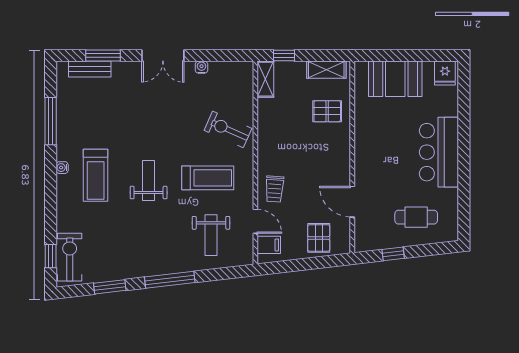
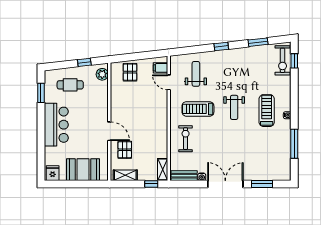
double door: (163, 55) -> (225, 184), width x1.37
bench: (90, 69) -> (184, 176), moved
pallet: (327, 111) -> (125, 150), turned 90
exercise bike: (228, 129) -> (186, 139), turned -114
trolley: (274, 189) -> (157, 102), removed
door: (352, 202) -> (109, 131), moved
window: (464, 204) -> (41, 93), added
plant: (364, 234) -> (102, 74), added
window: (170, 280) -> (221, 46), width x0.46

